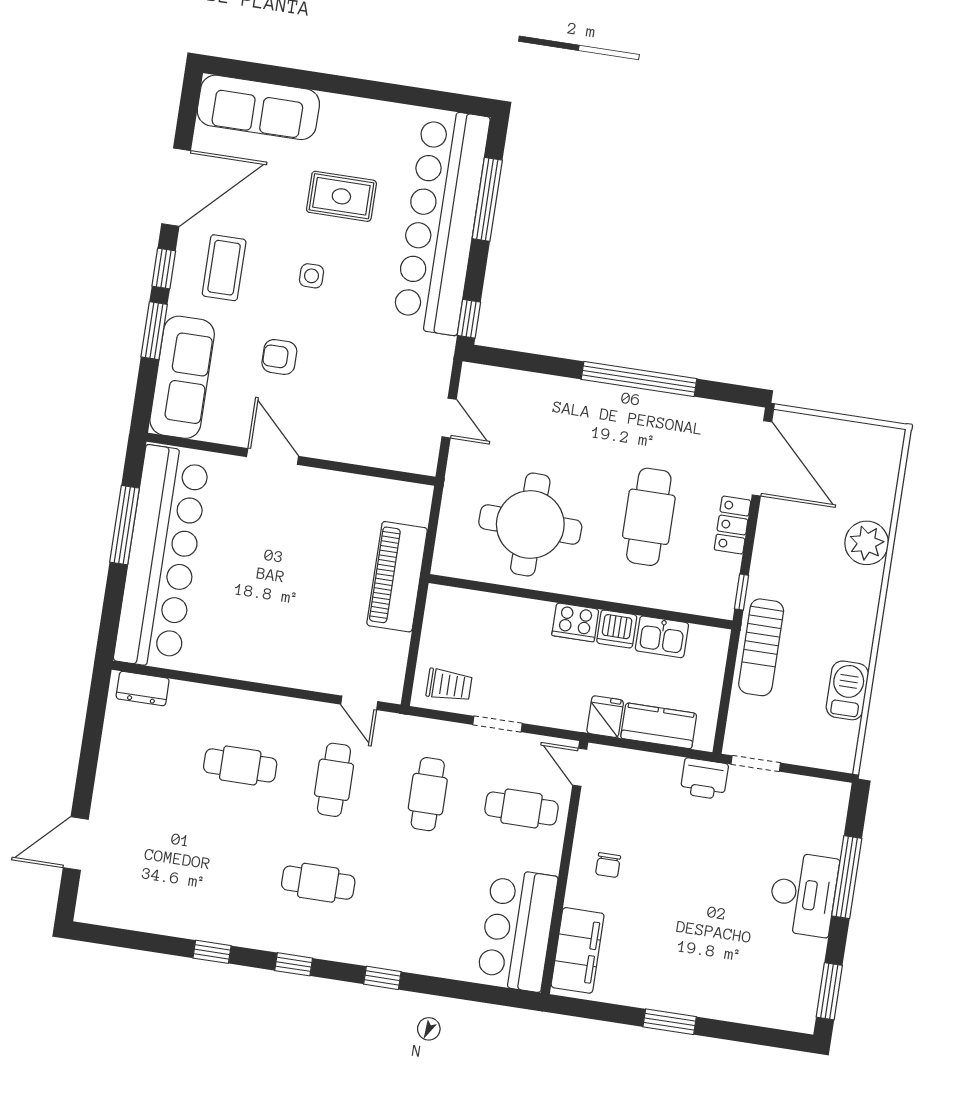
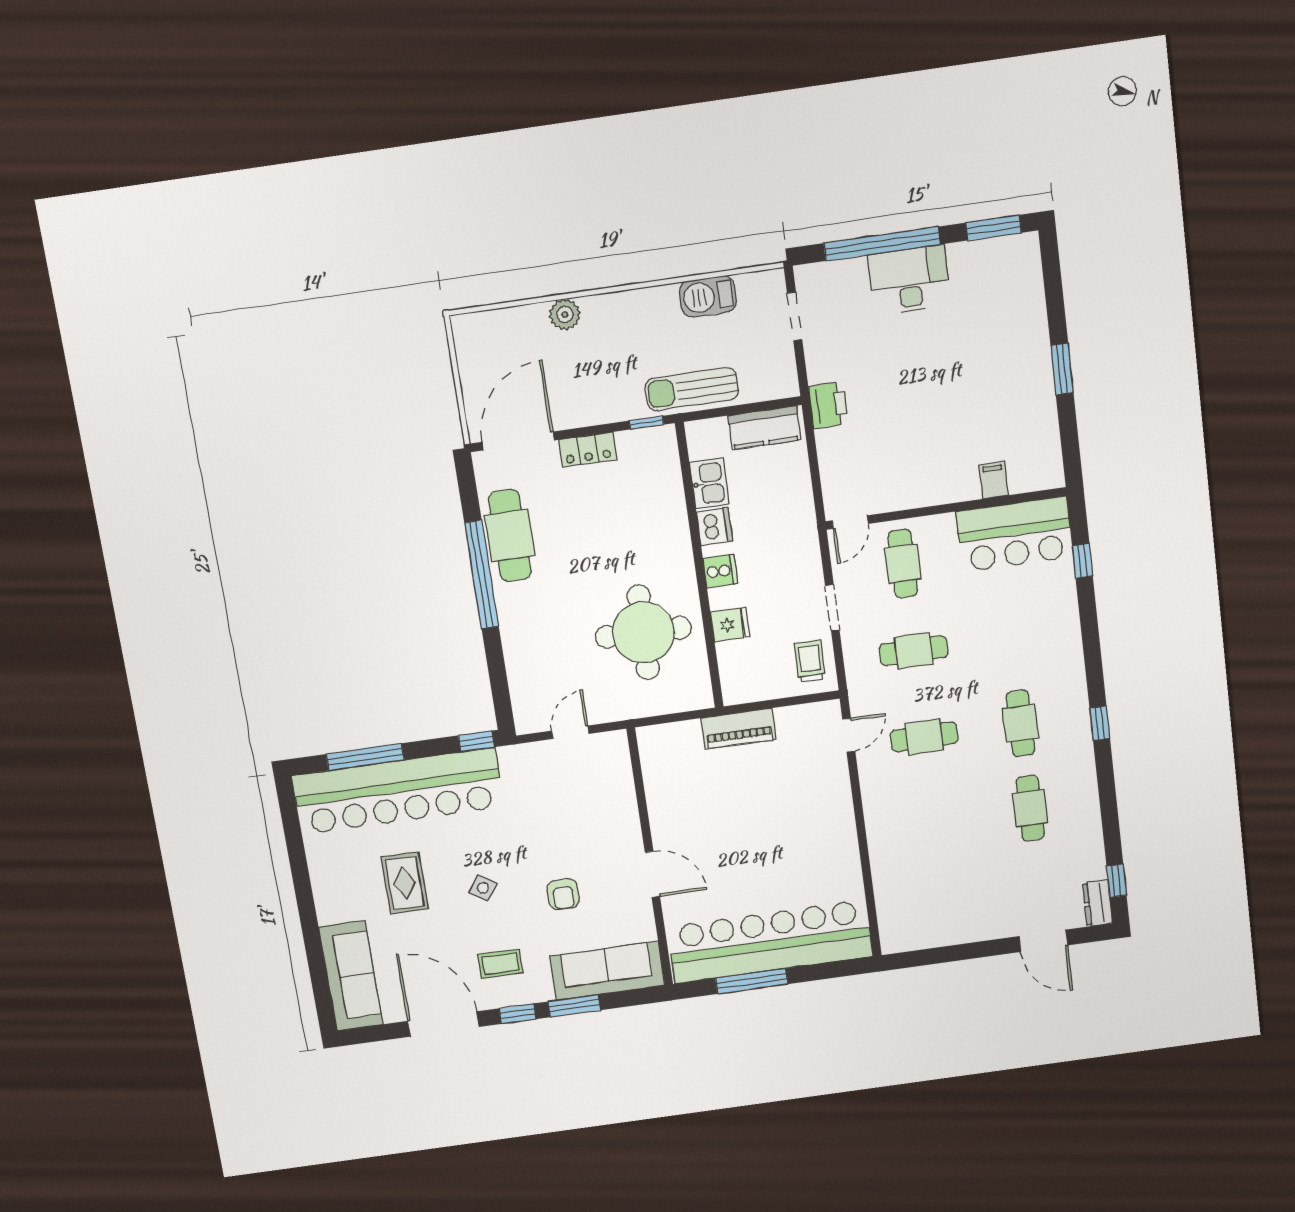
coffee table: (224, 268) -> (500, 964), width x0.73, depth x0.77
side table: (311, 276) -> (483, 888), turned 34
door: (273, 456) -> (652, 874), swing flipped
cafe table: (649, 517) -> (510, 536), moved, turned 90
plant: (867, 543) -> (565, 315), width x0.73, depth x0.73
piano: (397, 577) -> (738, 729), width x0.73, depth x0.75
cooker: (575, 622) -> (720, 571), width x0.73
sun lounger: (761, 647) -> (692, 389), turned 180
dresser: (143, 689) -> (1097, 903), moved, turned 180
fridge: (605, 717) -> (730, 625), moved, turned 180
kitchen counter: (659, 726) -> (764, 428), moved, turned -90
doorway: (756, 764) -> (795, 317), moved
cafe table: (240, 765) -> (1030, 808), moved
chair: (608, 865) -> (933, 469), removed
window: (847, 877) -> (882, 244), width x1.46
filing cabinet: (578, 950) -> (993, 480), width x0.33, depth x0.86
window: (212, 952) -> (1117, 881), moved
window: (382, 978) -> (1082, 561), moved

